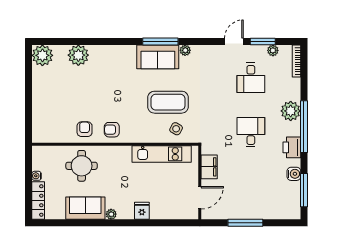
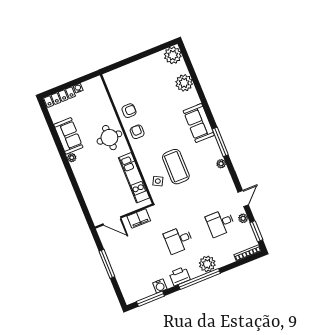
door: (234, 41) -> (243, 199), hinge flipped
window: (263, 41) -> (256, 231), moved
plant: (273, 50) -> (243, 218), moved
sofa: (158, 57) -> (199, 123), moved
desk: (251, 132) -> (179, 240), turned 180
round table: (82, 166) -> (109, 138), moved
fridge: (142, 211) -> (84, 180), removed

